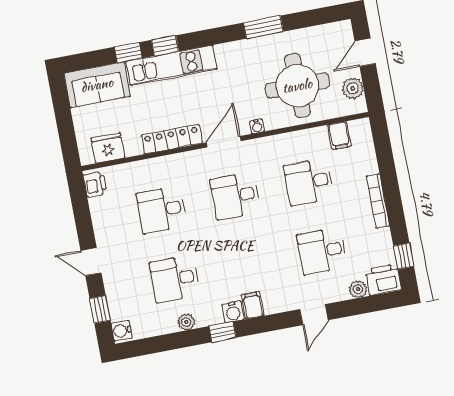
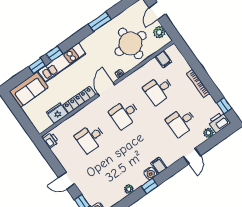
fridge: (108, 148) -> (57, 113), moved
desk: (175, 279) -> (113, 170), removed

